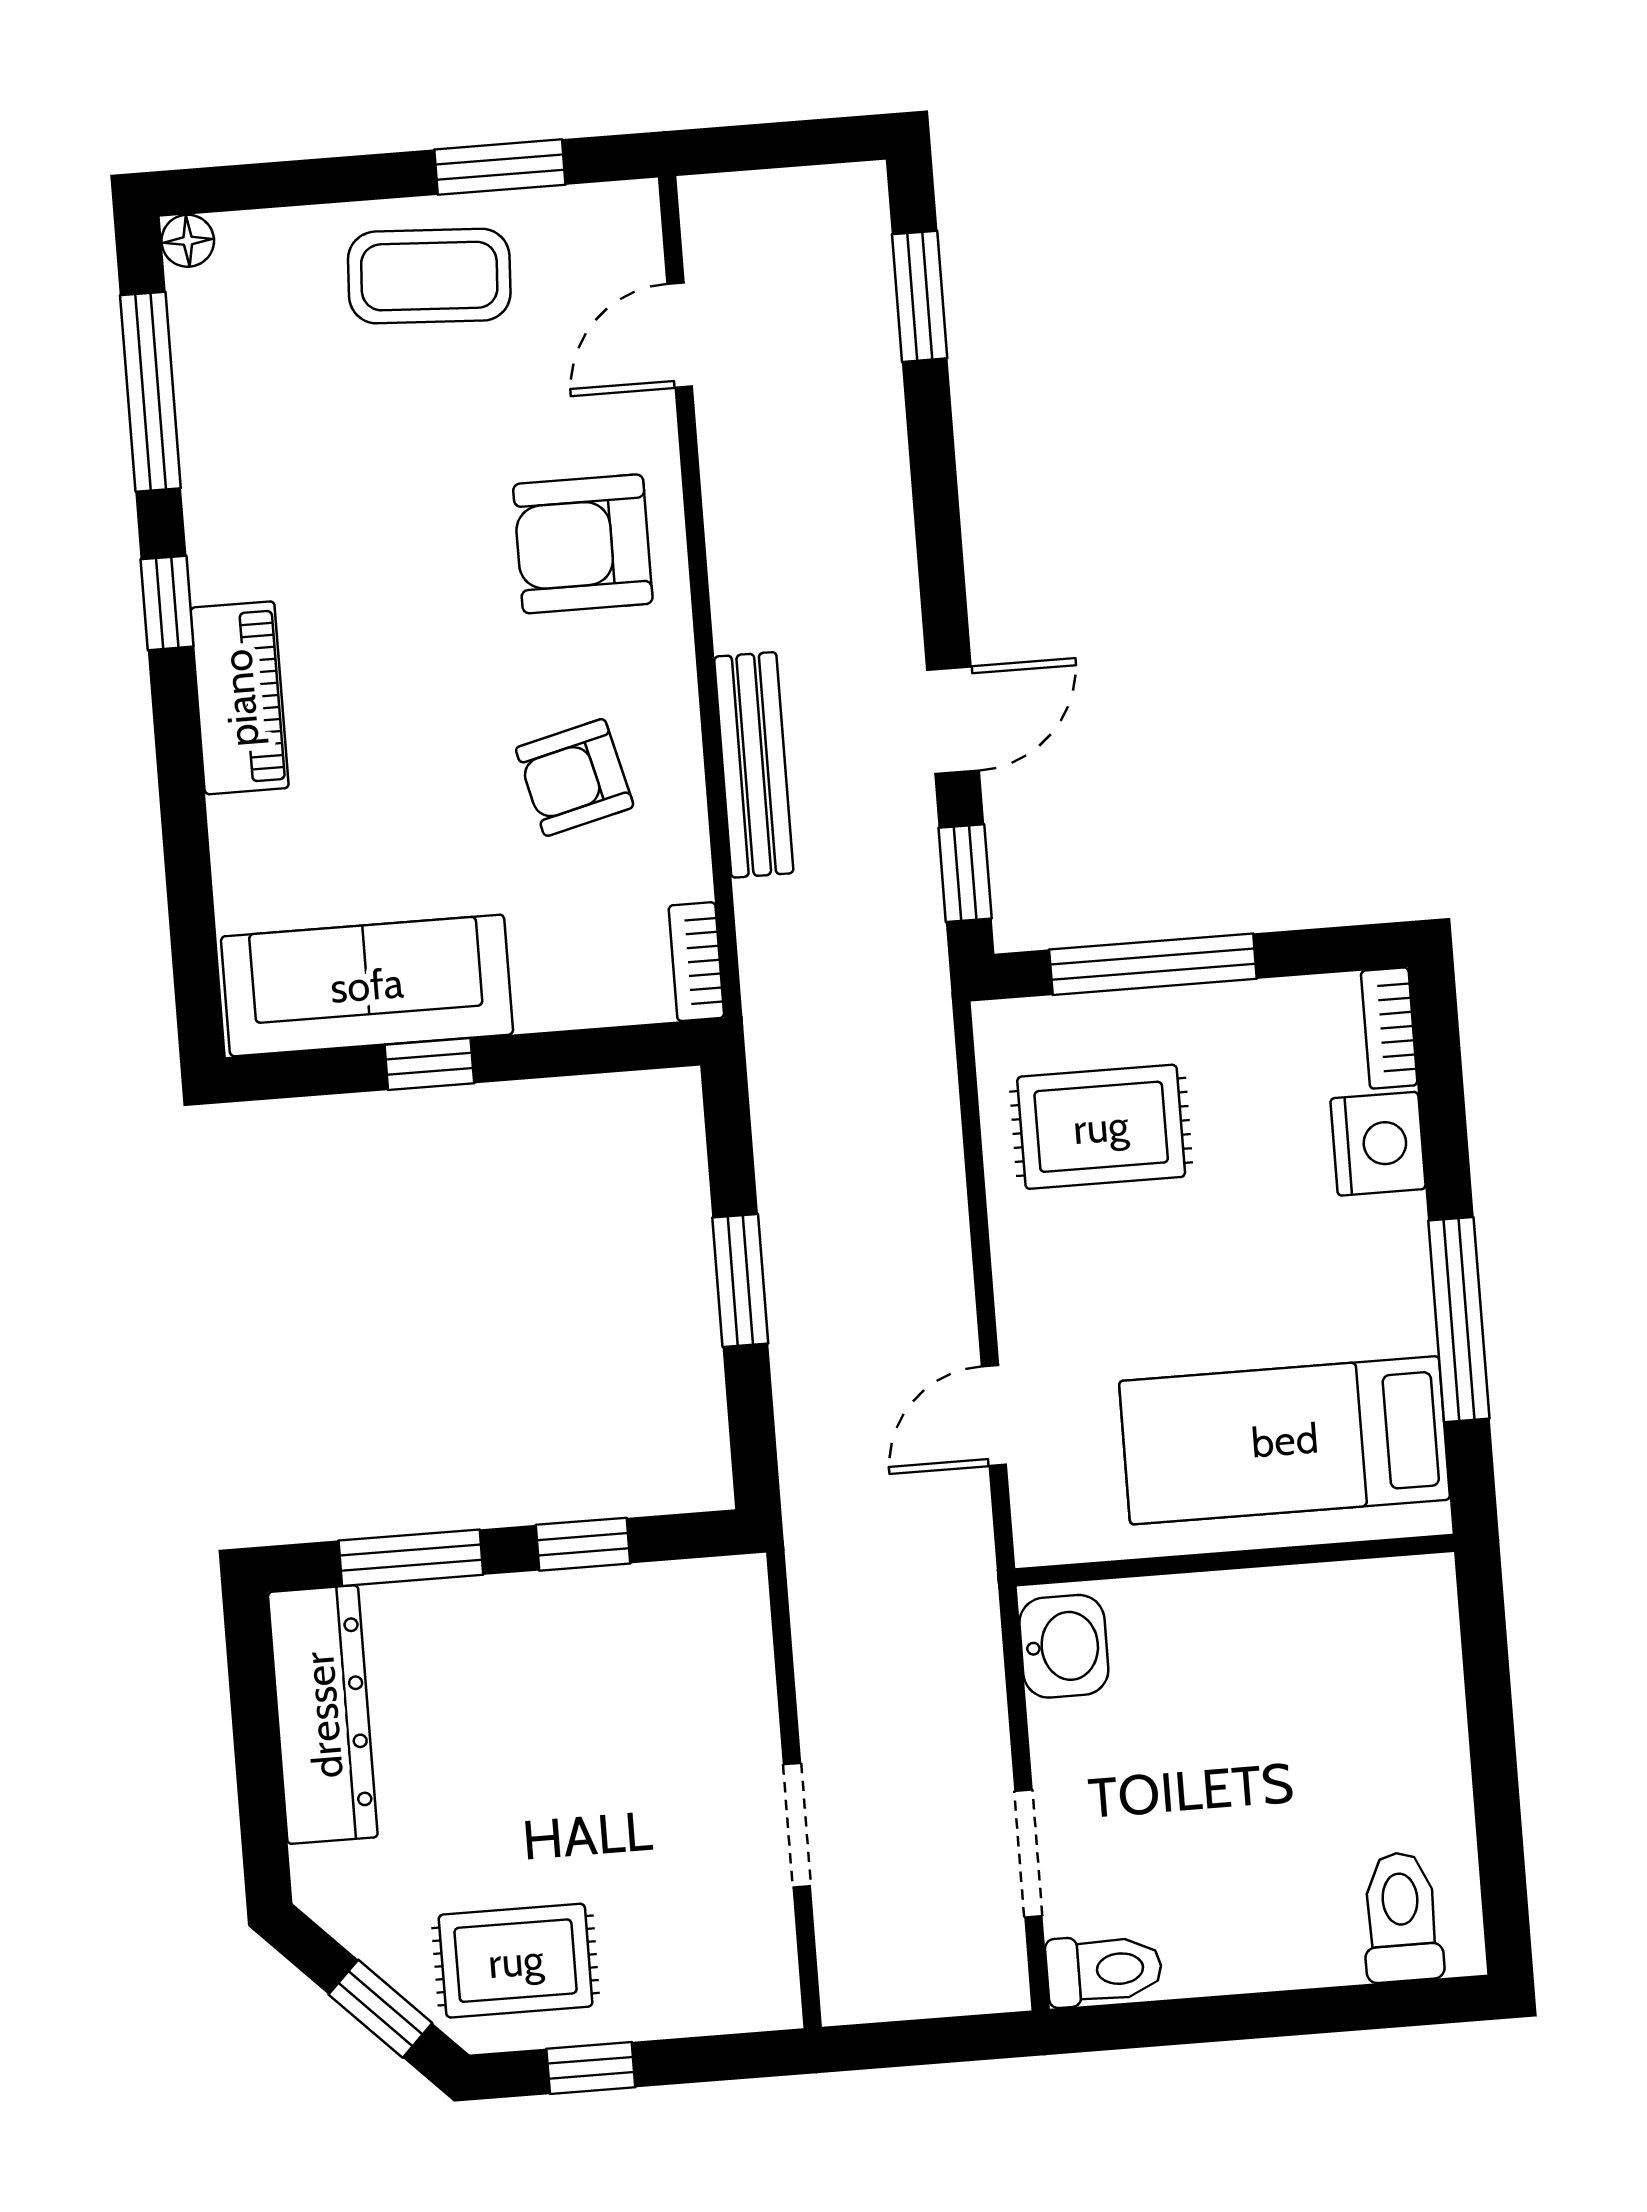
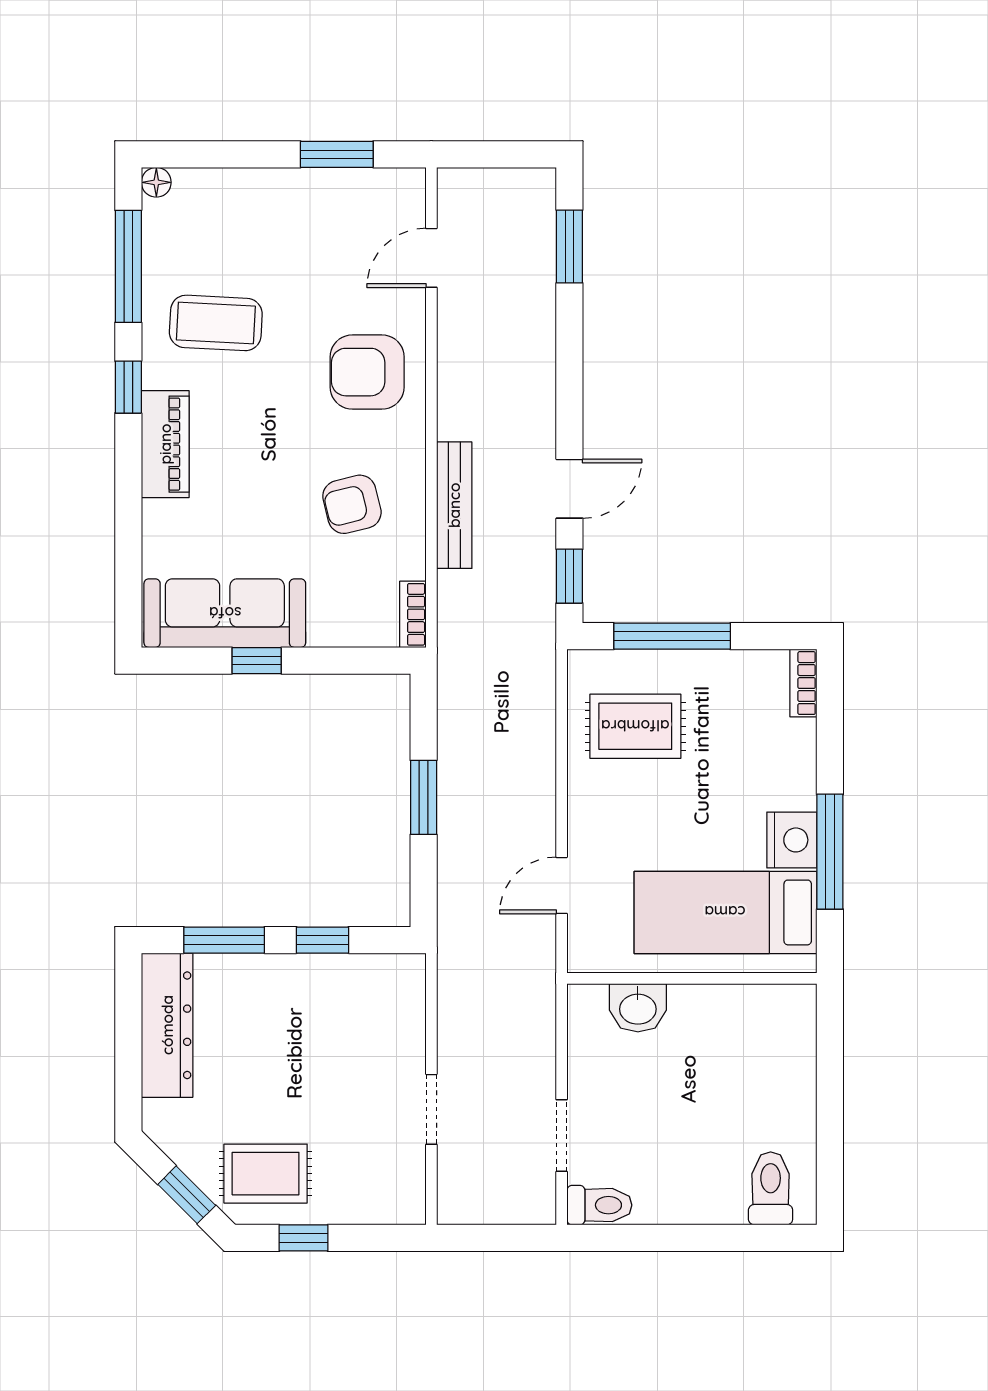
coffee table: (429, 276) -> (216, 323), moved
nightstand: (1378, 1144) -> (792, 840), moved
washbasin: (1064, 1646) -> (638, 1008), moved, turned 90

